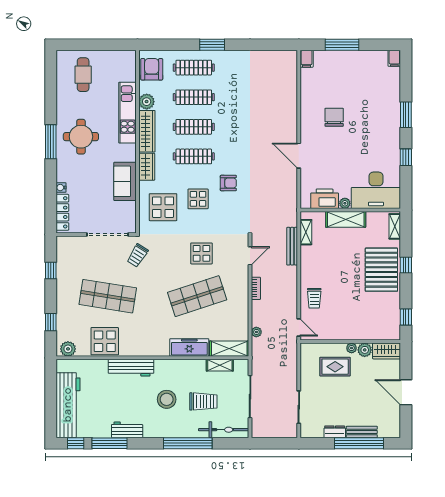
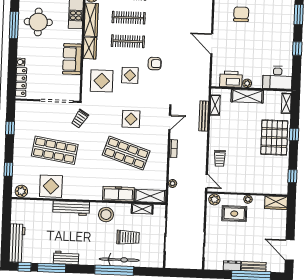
desk: (376, 190) -> (277, 78), width x0.73, depth x0.77
shop shelf: (197, 296) -> (126, 153), turned 36
plant: (365, 350) -> (214, 199), moved
door: (406, 392) -> (290, 250), moved
stool: (167, 399) -> (106, 215), moved
workbench: (68, 405) -> (17, 243), width x0.73, depth x0.76
bicycle: (224, 430) -> (119, 260), moved

